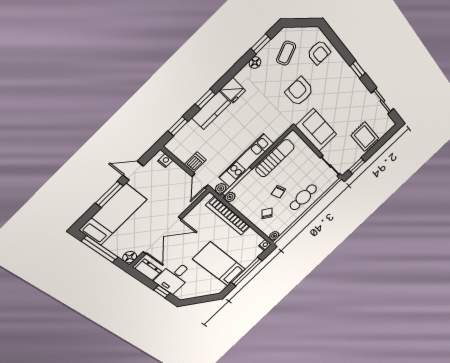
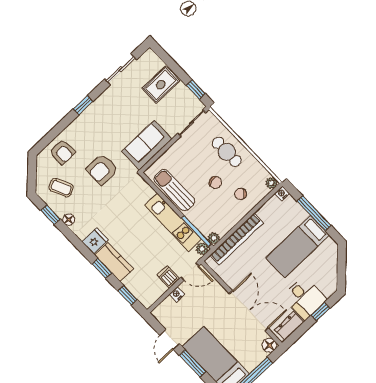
armchair: (319, 52) -> (62, 152), turned 90
nightstand: (165, 161) -> (177, 294), moved

